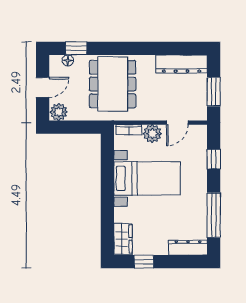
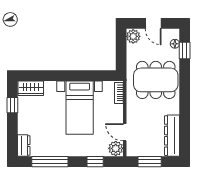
plant: (152, 134) -> (116, 148), moved
dresser: (188, 248) -> (24, 146), width x0.70

